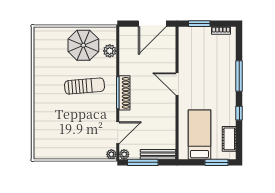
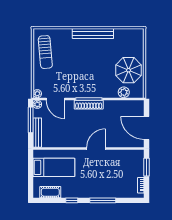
sun lounger: (84, 86) -> (45, 52), moved
bench: (39, 88) -> (93, 34), added
window: (216, 162) -> (31, 182), removed

